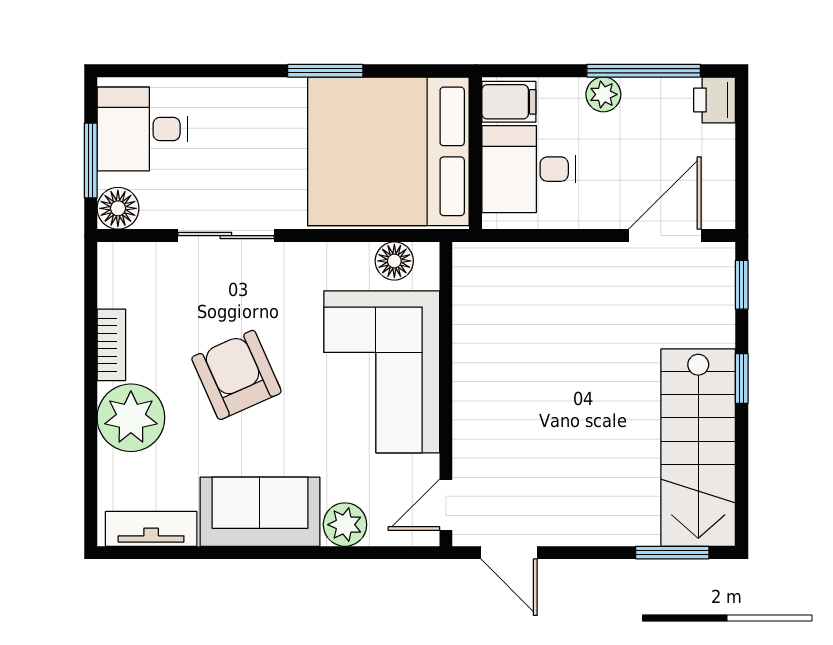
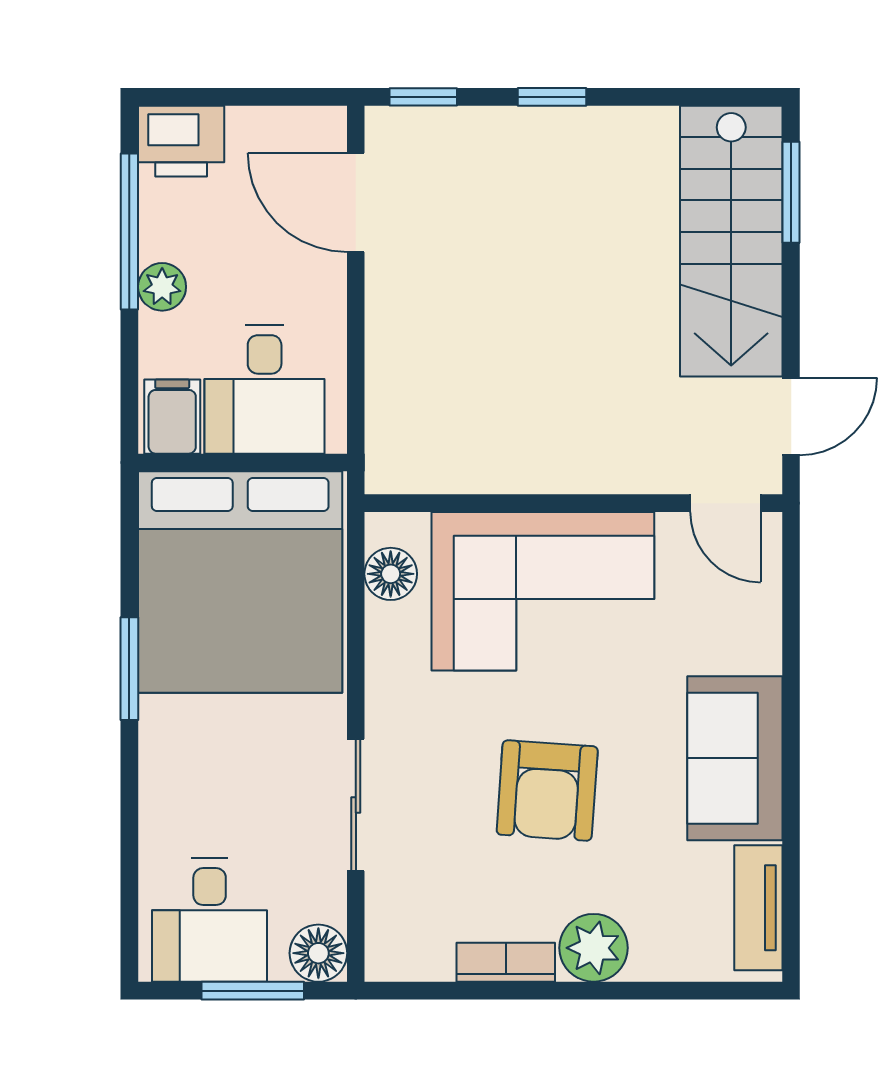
printer: (715, 100) -> (181, 141), width x1.36, depth x1.24
armchair: (236, 375) -> (547, 791), turned -62
plant: (131, 418) -> (594, 948), width x0.73, depth x0.73
stairs: (698, 448) -> (731, 241), moved, turned 90
plant: (345, 525) -> (752, 642), removed

